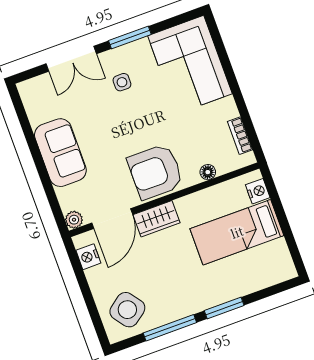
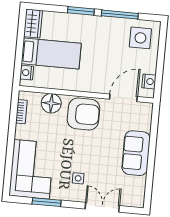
window: (130, 37) -> (47, 202), moved
floor lamp: (208, 172) -> (51, 103), width x1.89, depth x1.89
wardrobe: (156, 219) -> (33, 24), moved, turned 90
plant: (74, 220) -> (147, 108), removed
side table: (127, 310) -> (140, 38), turned 37

